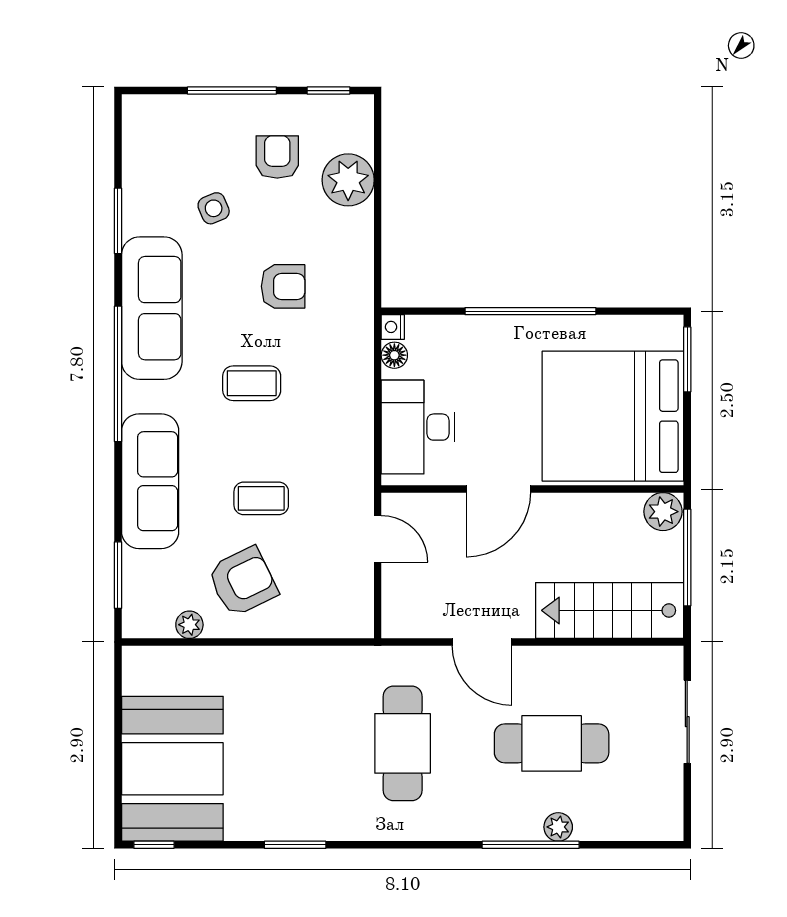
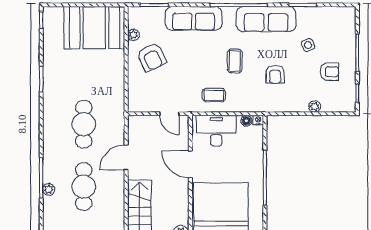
plant: (348, 180) -> (315, 106), width x0.53, depth x0.53
coffee table: (261, 498) -> (214, 95), moved, turned 90
door: (378, 539) -> (169, 114), hinge flipped
cafe table: (403, 743) -> (84, 124), turned 90
booth: (172, 769) -> (94, 28), moved

